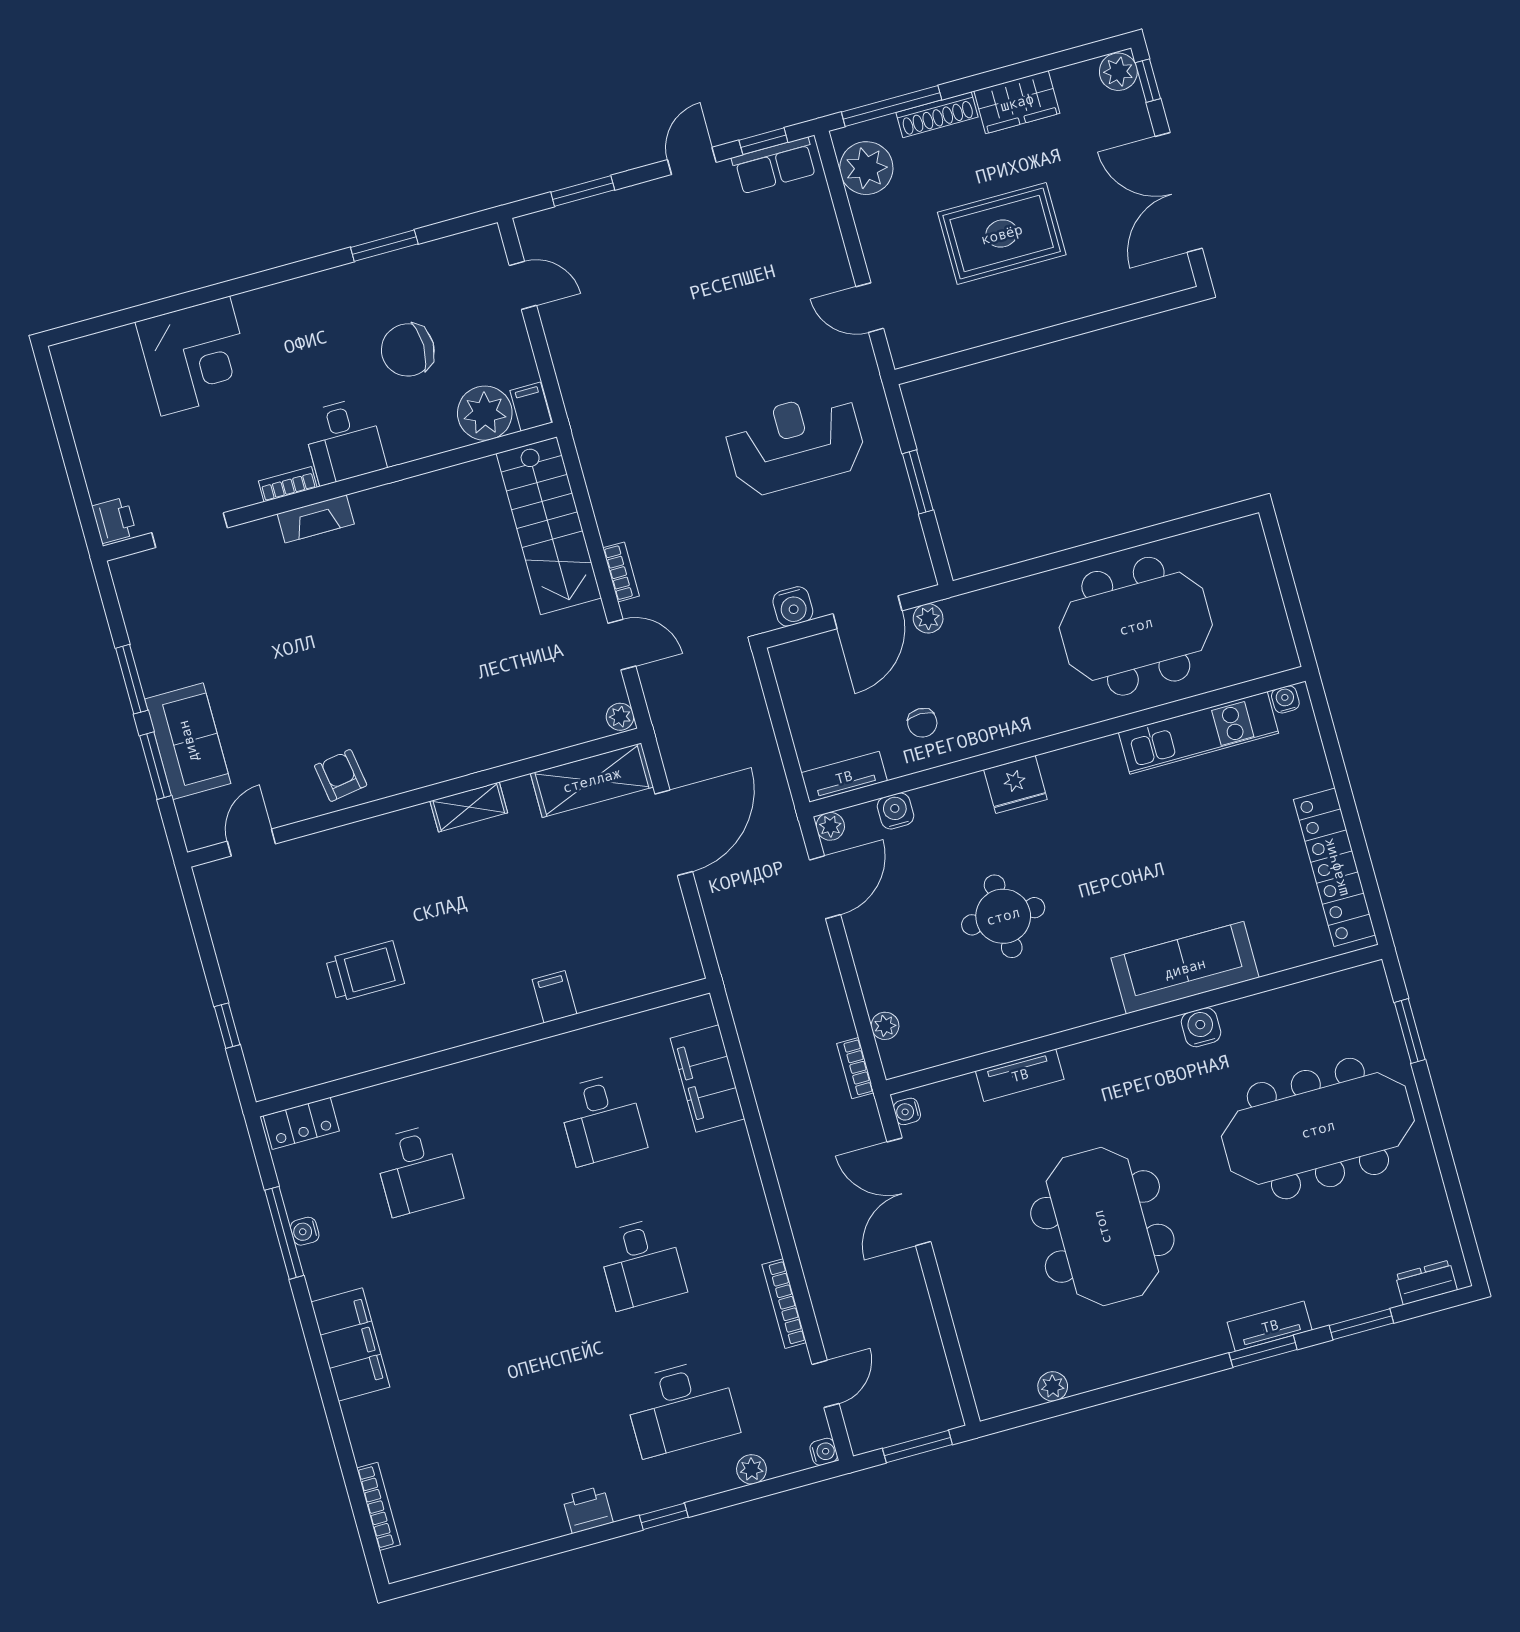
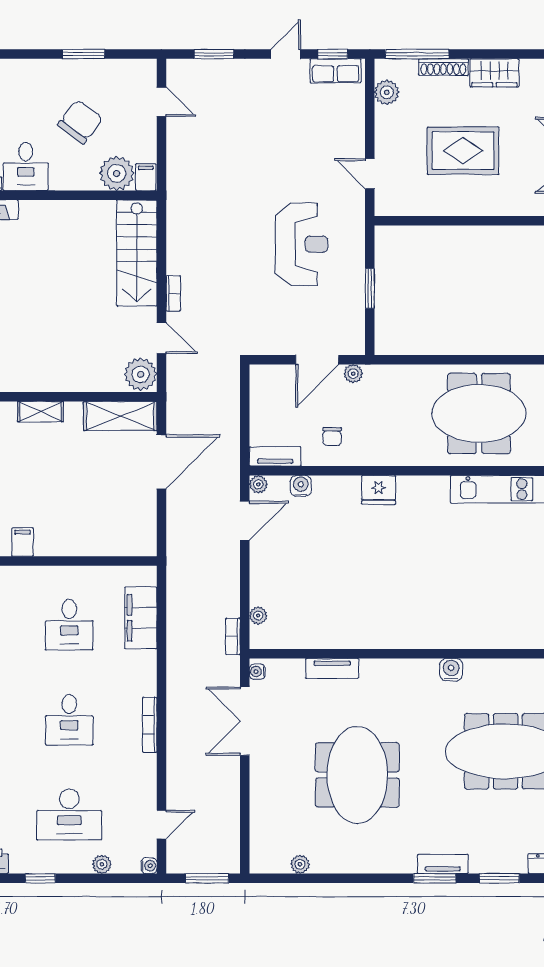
plant: (866, 168) -> (387, 92), width x0.73, depth x0.73
chair: (408, 350) -> (80, 122), turned 127
reception desk: (795, 443) -> (301, 244), turned 90
water cooler: (793, 606) -> (272, 344), removed
plant: (620, 717) -> (141, 374), width x1.88, depth x1.88
round table: (1003, 916) -> (349, 568), removed
sofa: (1185, 968) -> (451, 631), removed
filing cabinet: (554, 997) -> (22, 542), moved
bookcase: (784, 1304) -> (150, 725), moved

